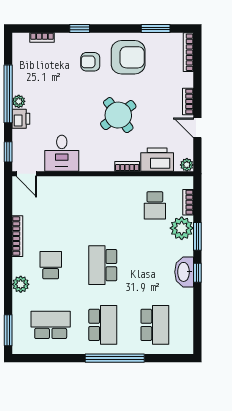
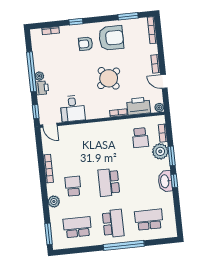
school desk: (155, 325) -> (149, 220), turned -90

